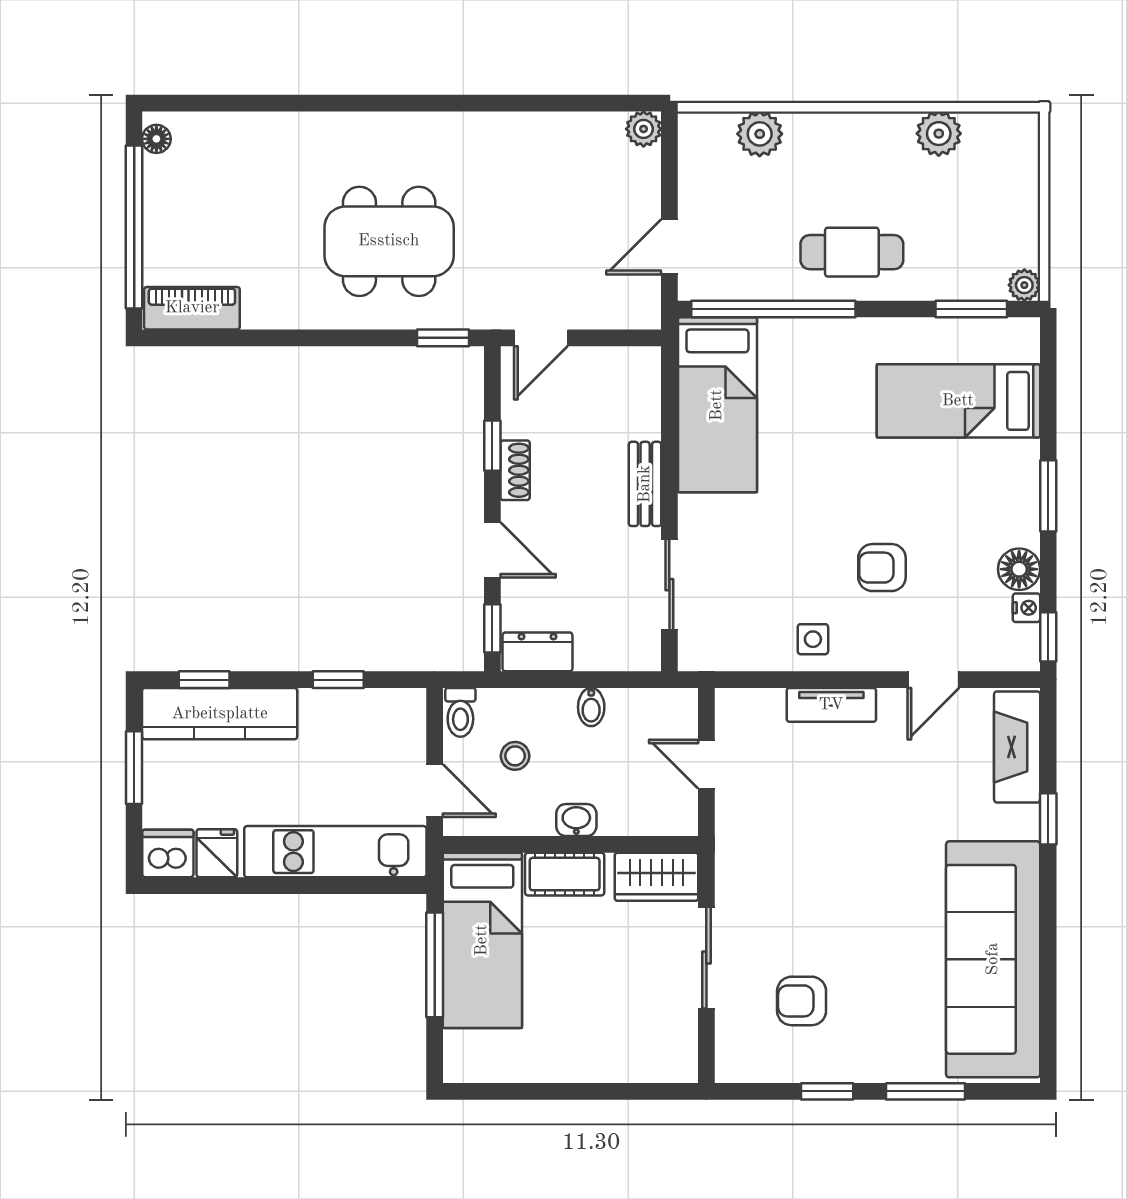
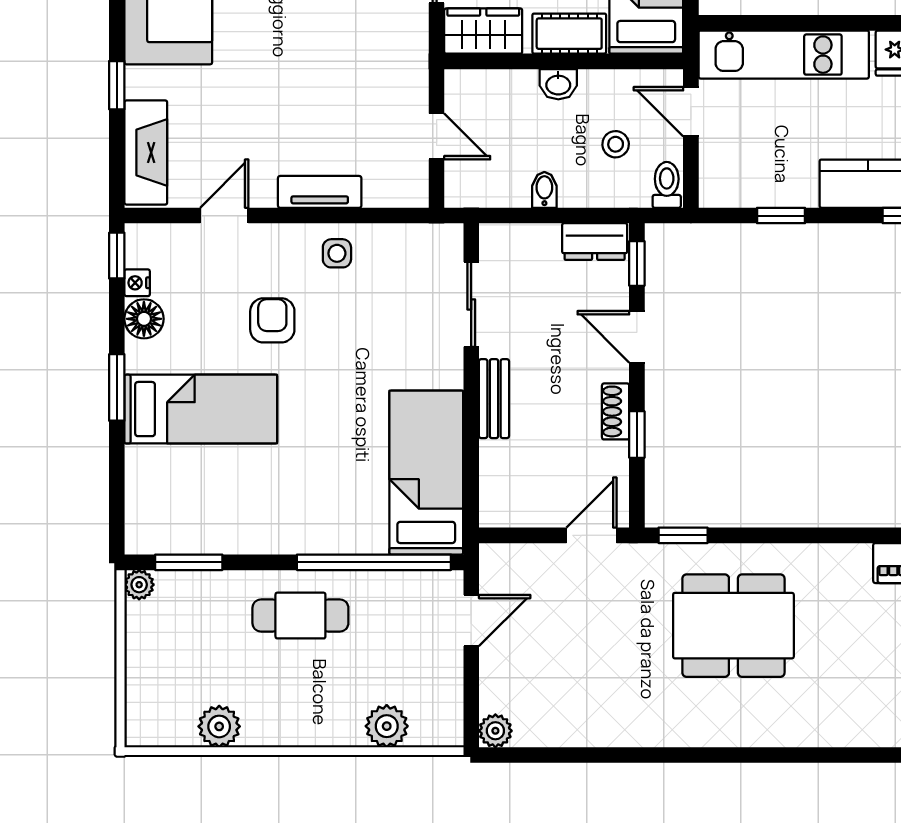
bed: (958, 401) -> (201, 409), moved
armchair: (882, 568) -> (272, 320), turned -90

